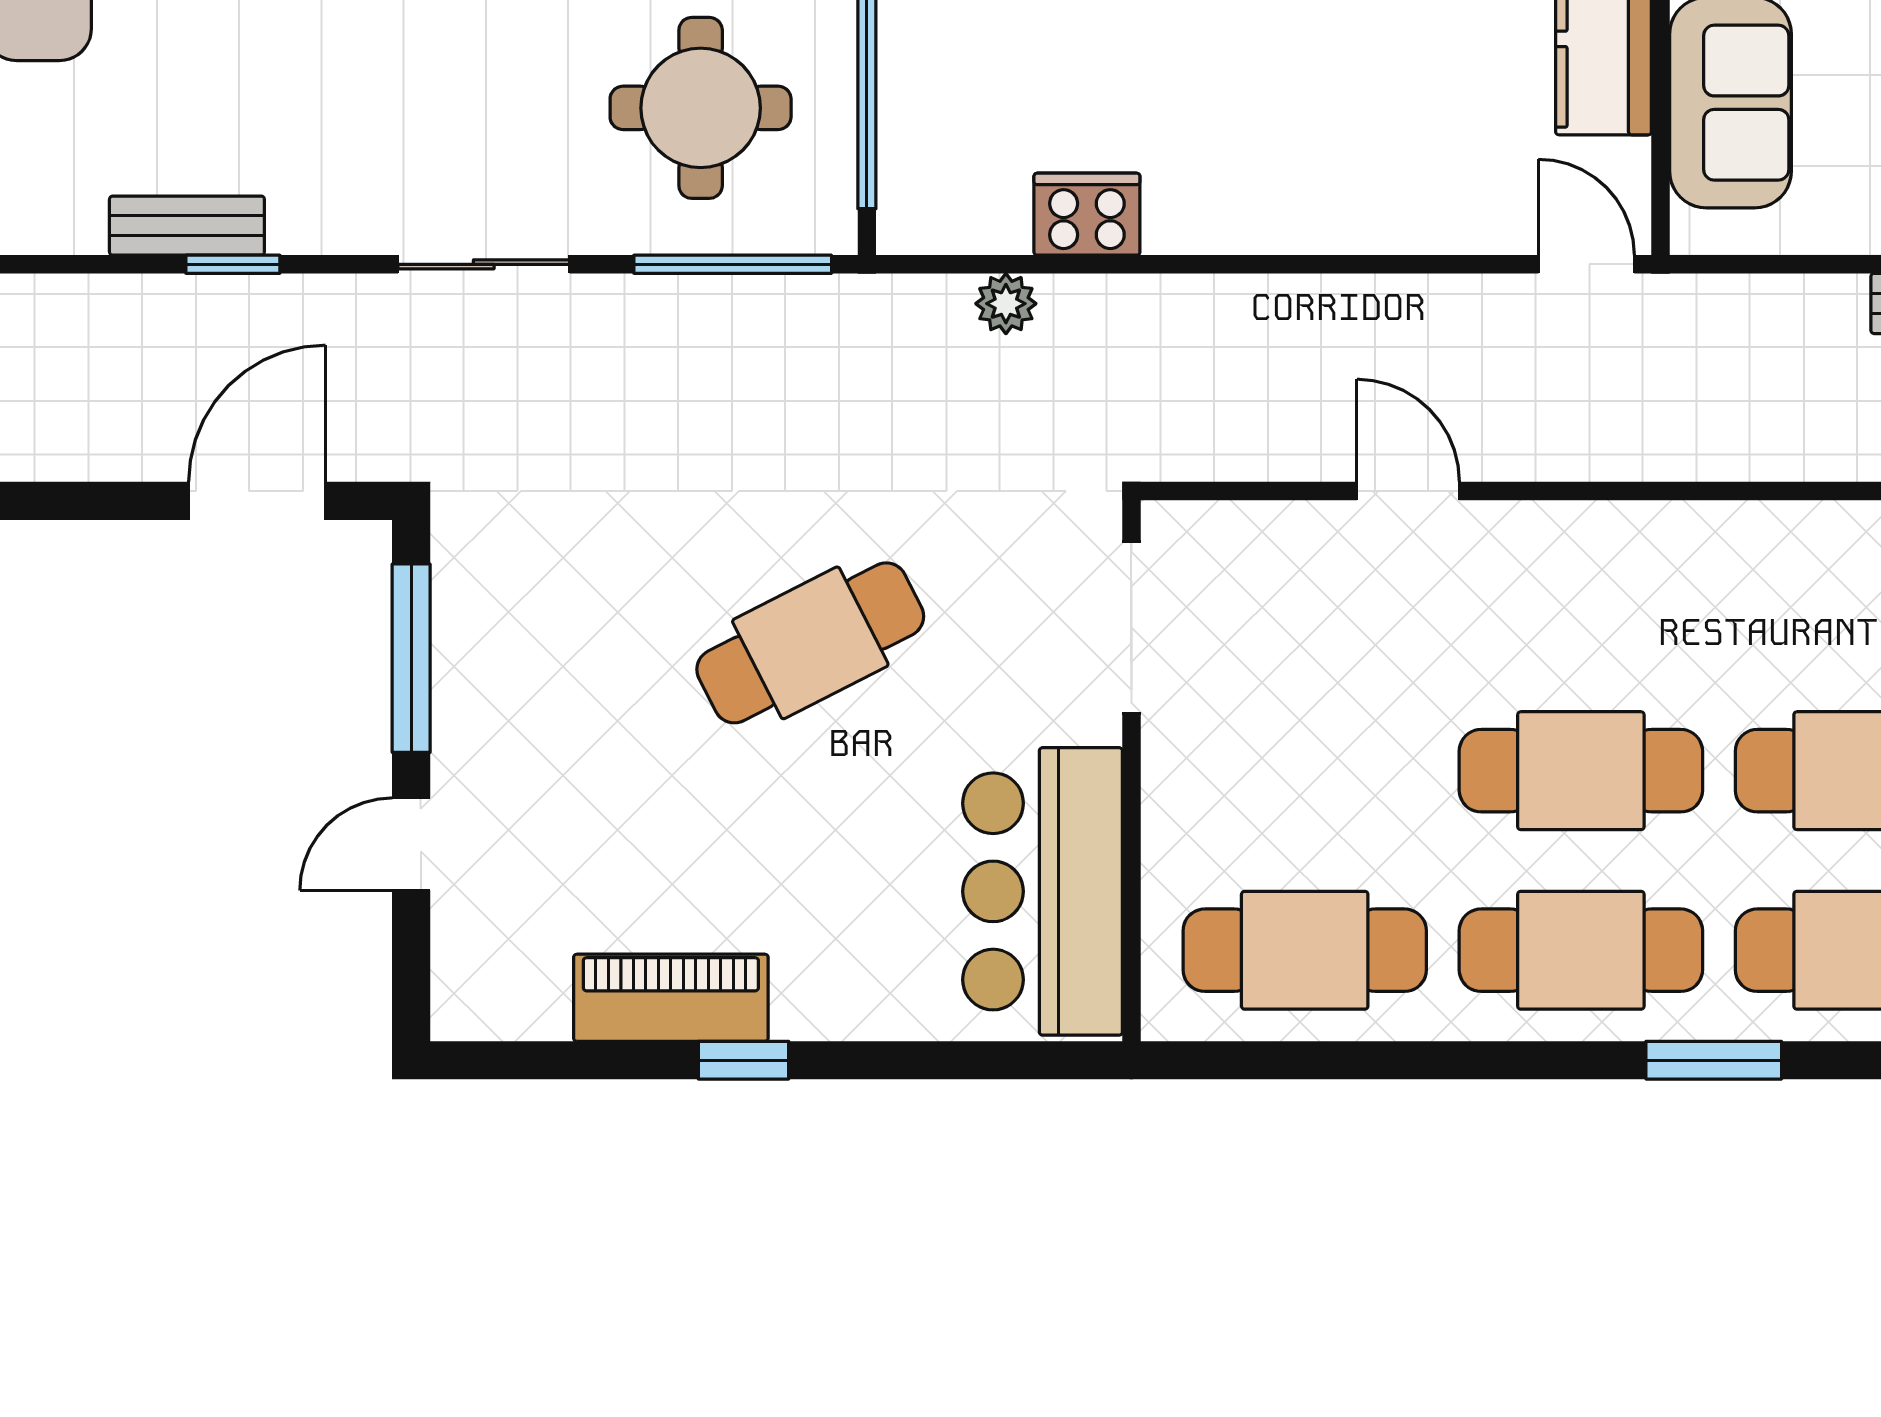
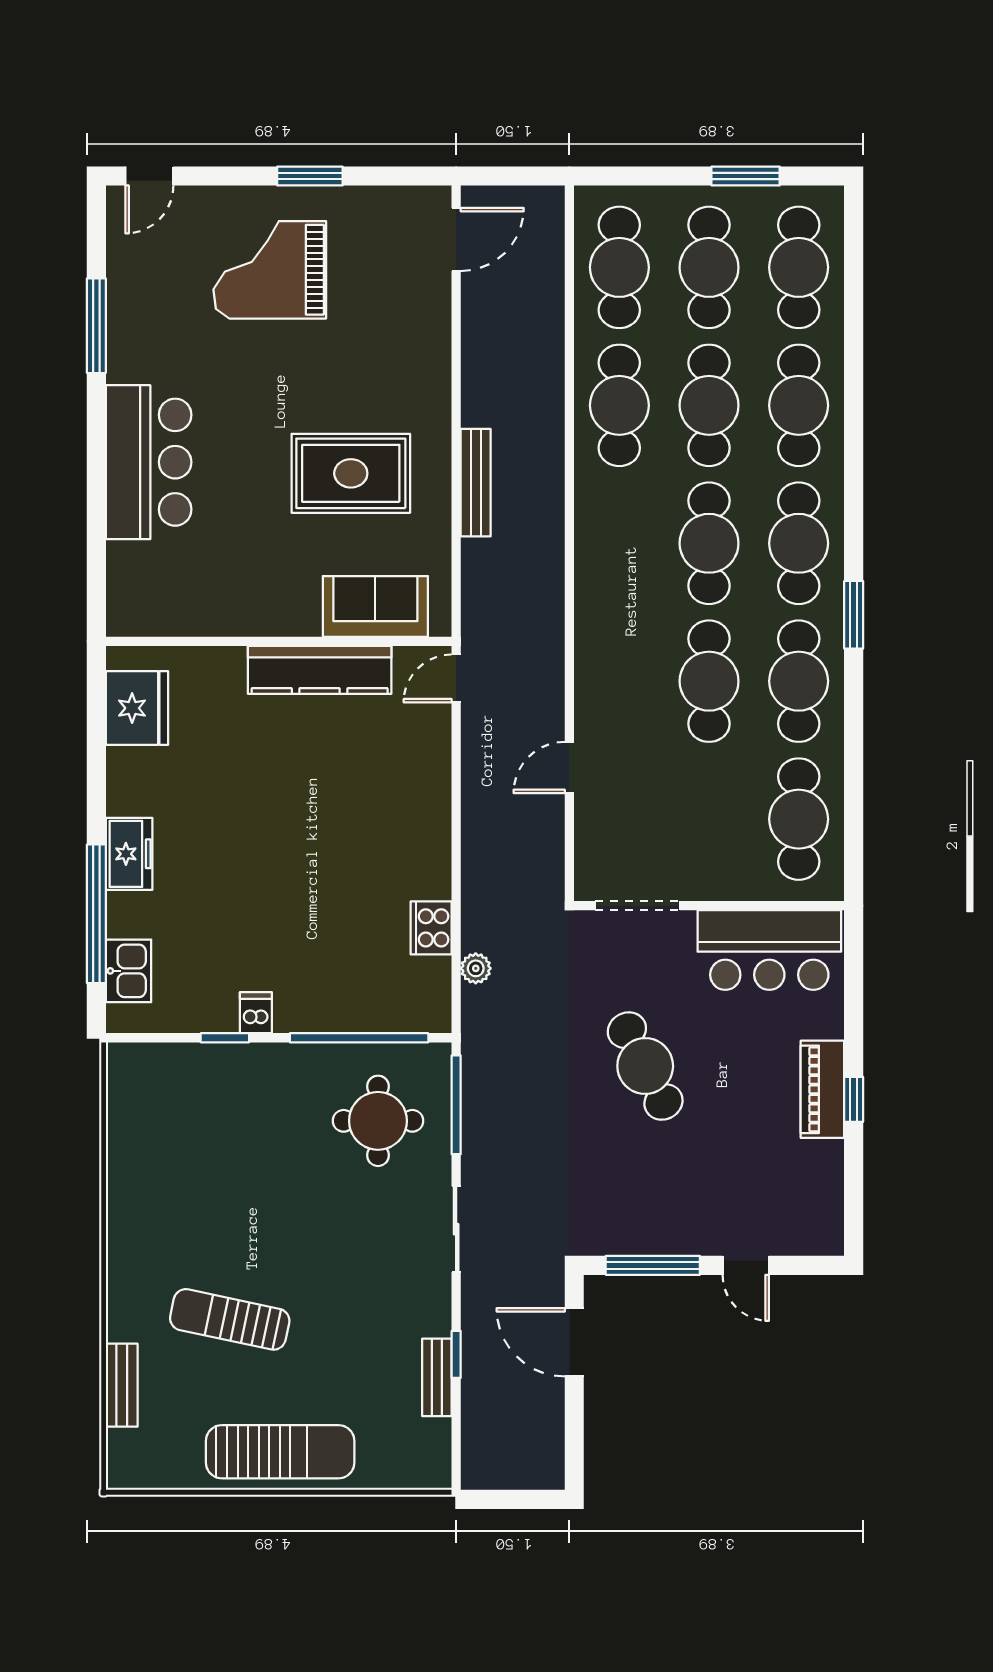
piano: (671, 998) -> (822, 1089), moved

